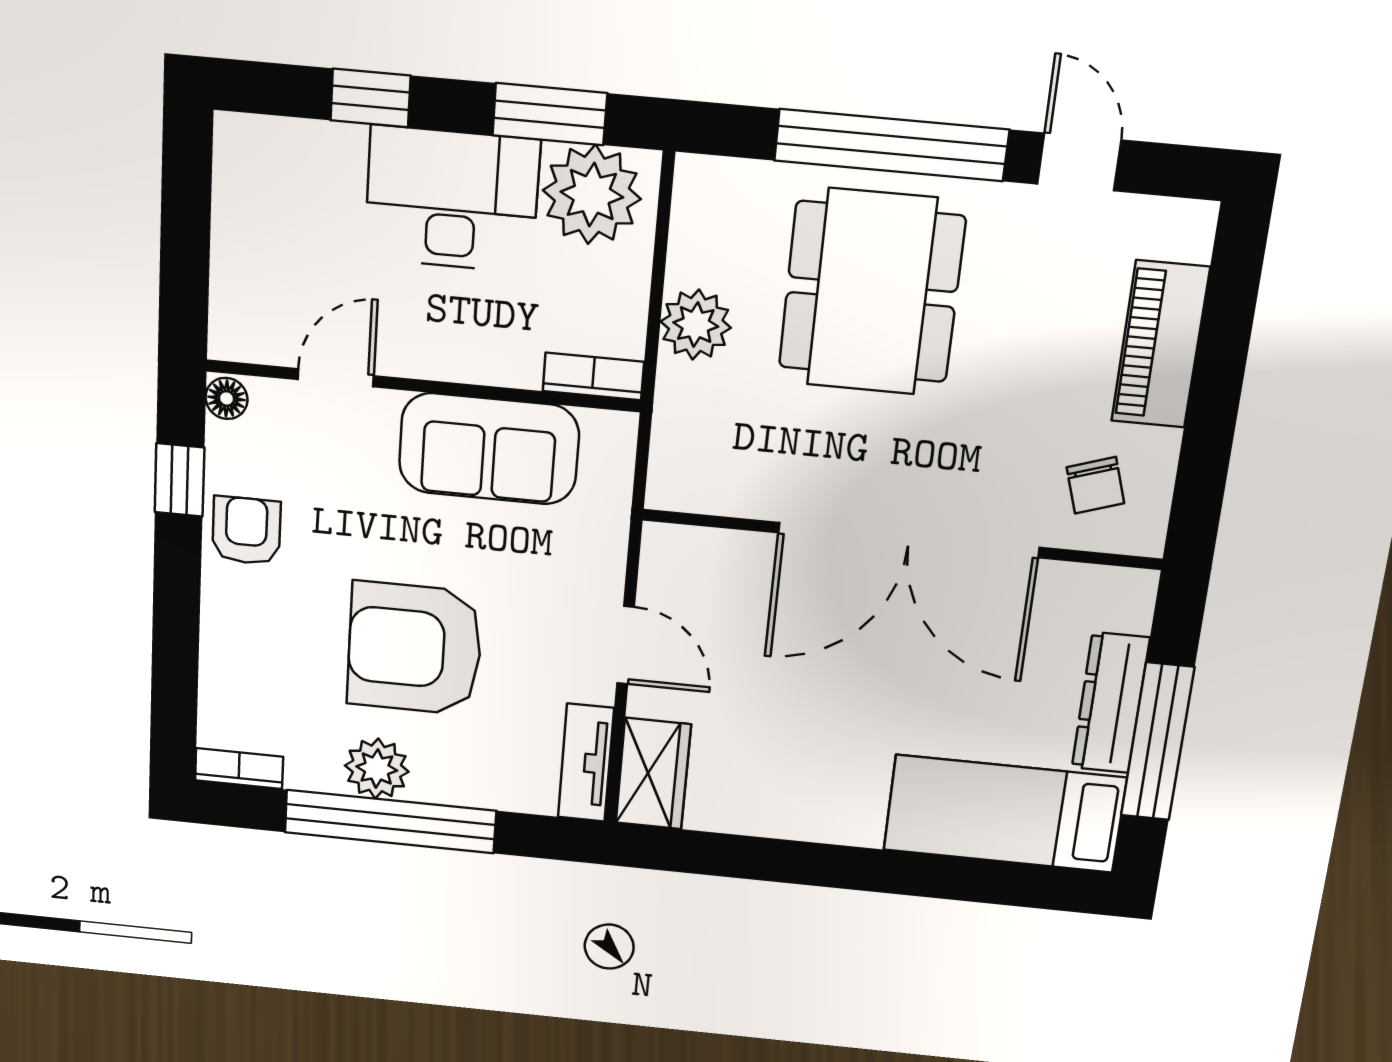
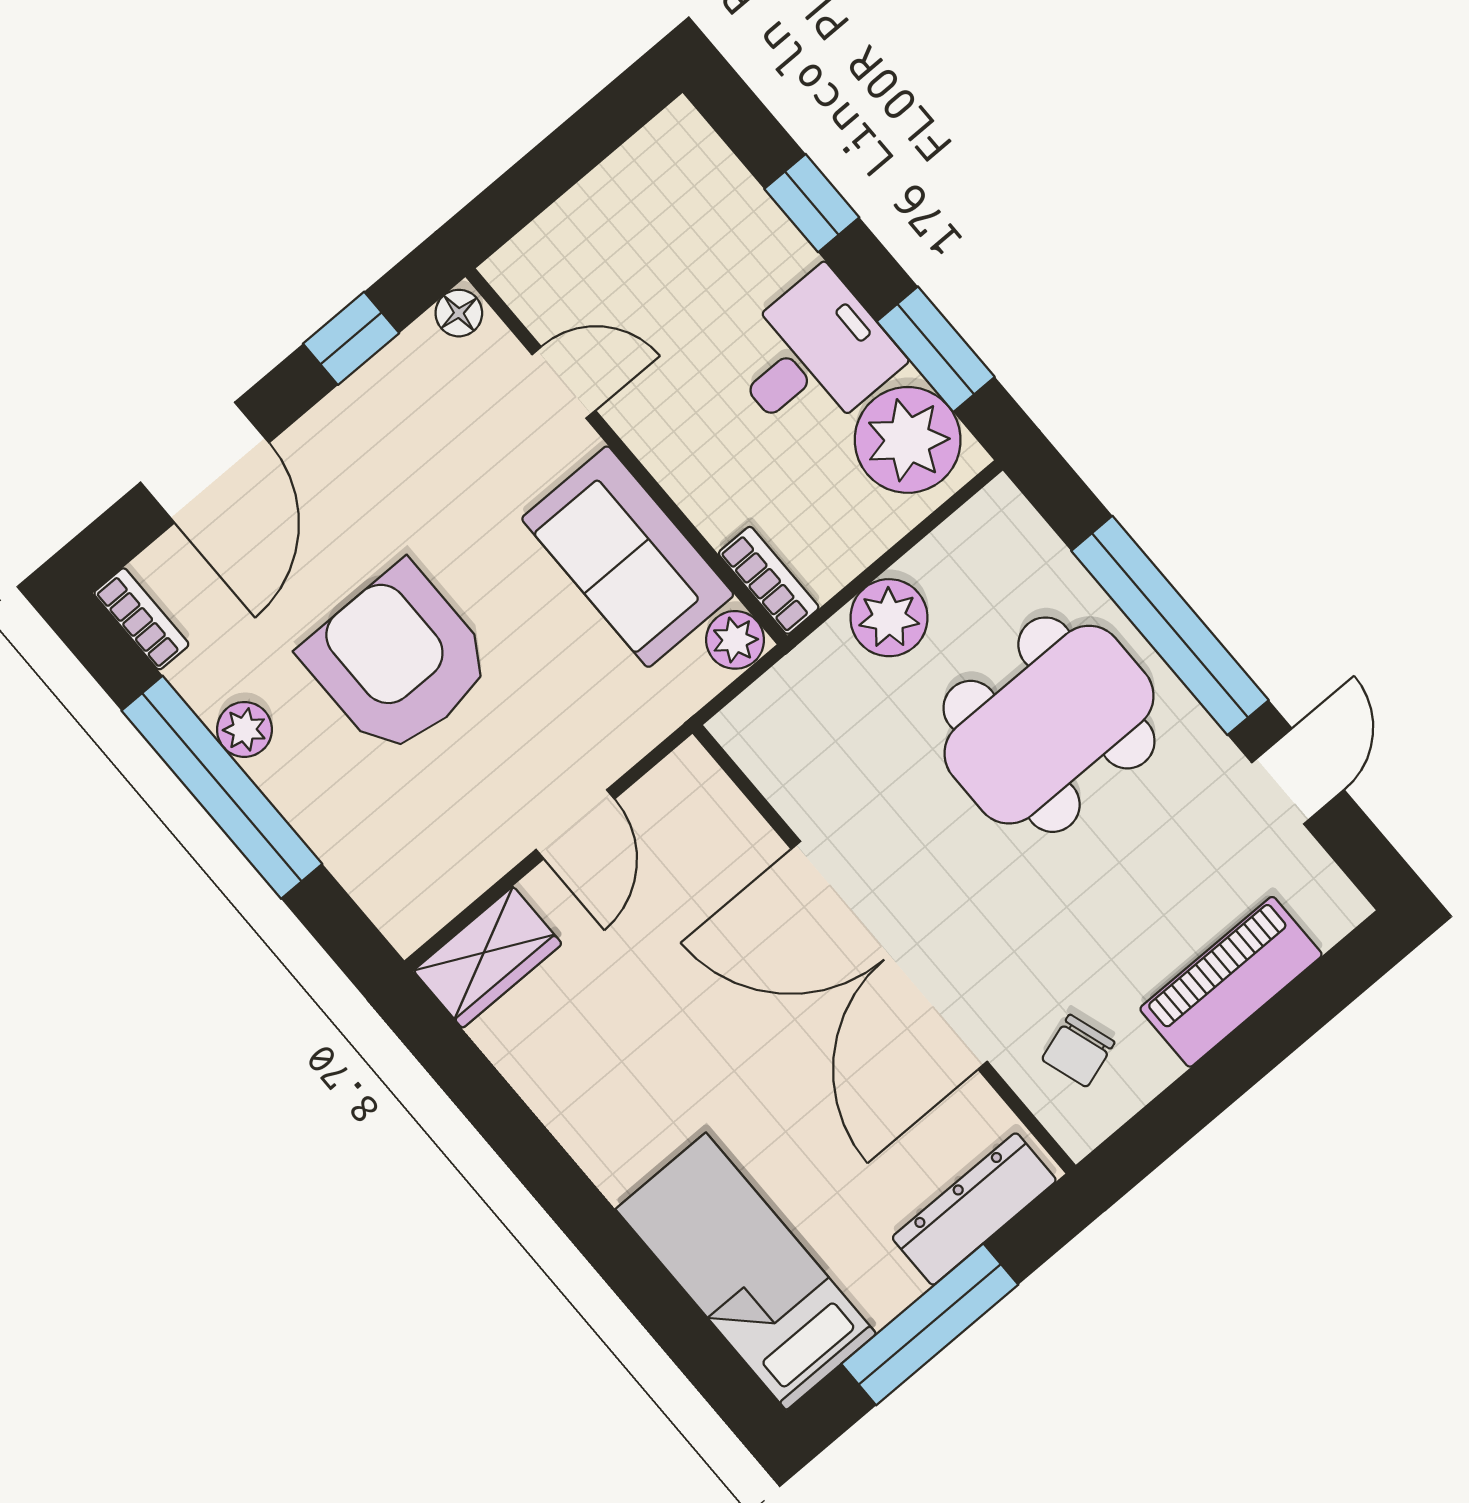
desk: (452, 199) -> (813, 357), width x0.73
plant: (610, 435) -> (735, 640), added
armchair: (246, 531) -> (362, 431), removed
door: (176, 641) -> (205, 462), added
dresser: (1111, 703) -> (974, 1209), moved
tv unit: (586, 763) -> (441, 894), removed
plant: (377, 769) -> (244, 729), width x0.73, depth x0.73

